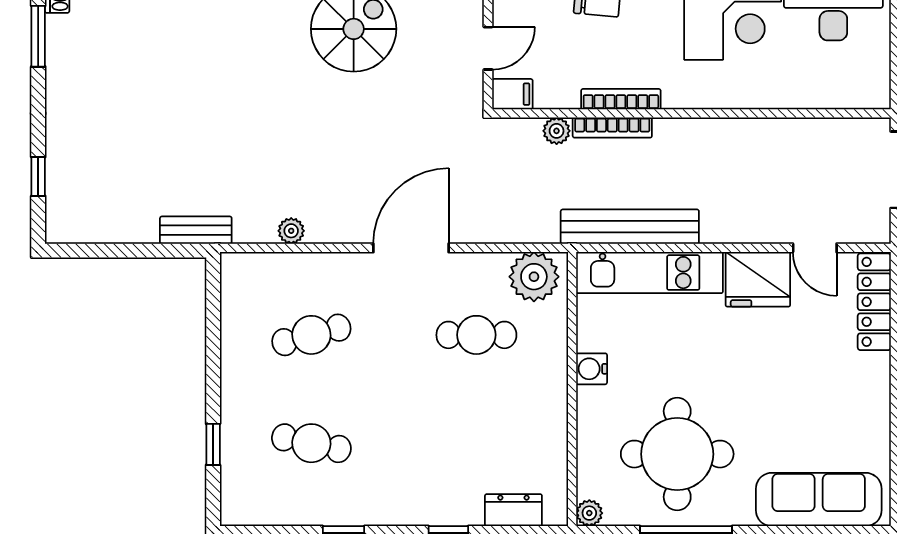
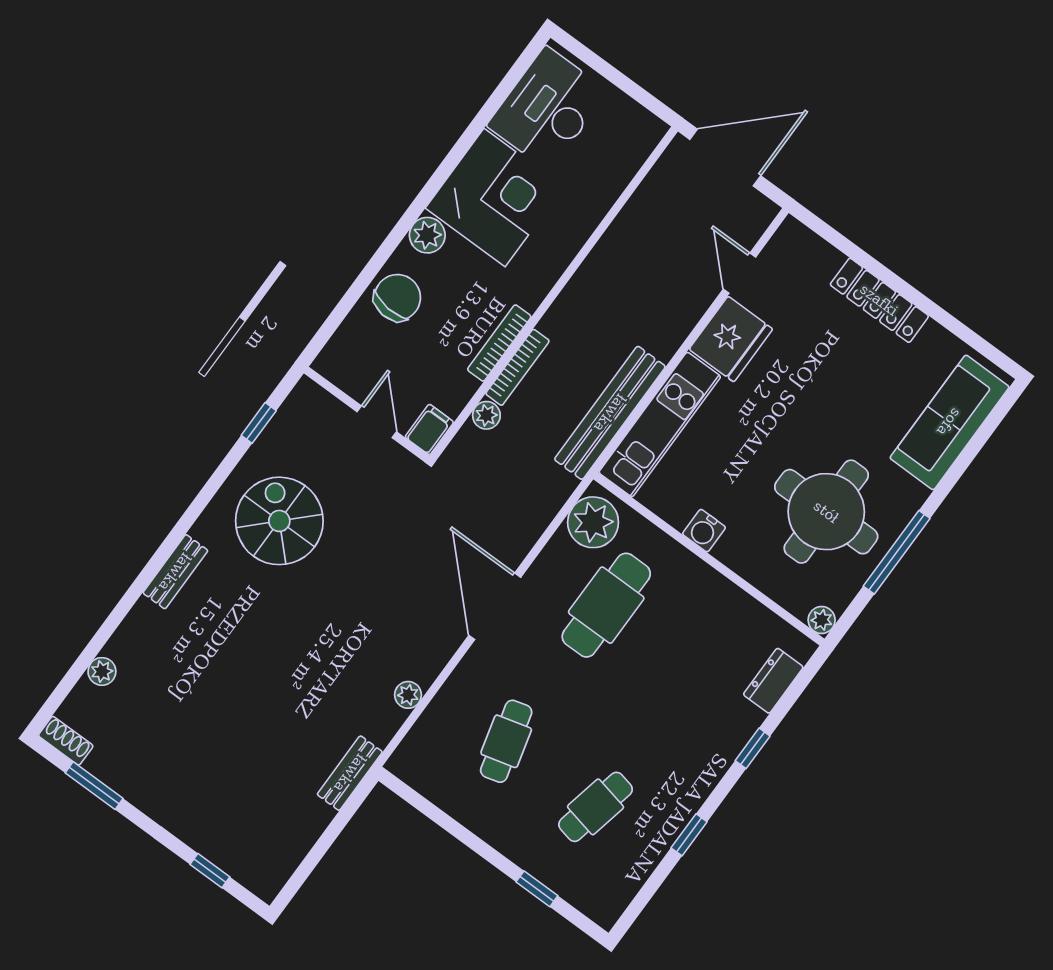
door: (815, 248) -> (740, 273), swing flipped
locker: (874, 302) -> (879, 300), moved
cafe table: (476, 335) -> (606, 605), width x1.37, depth x1.35

